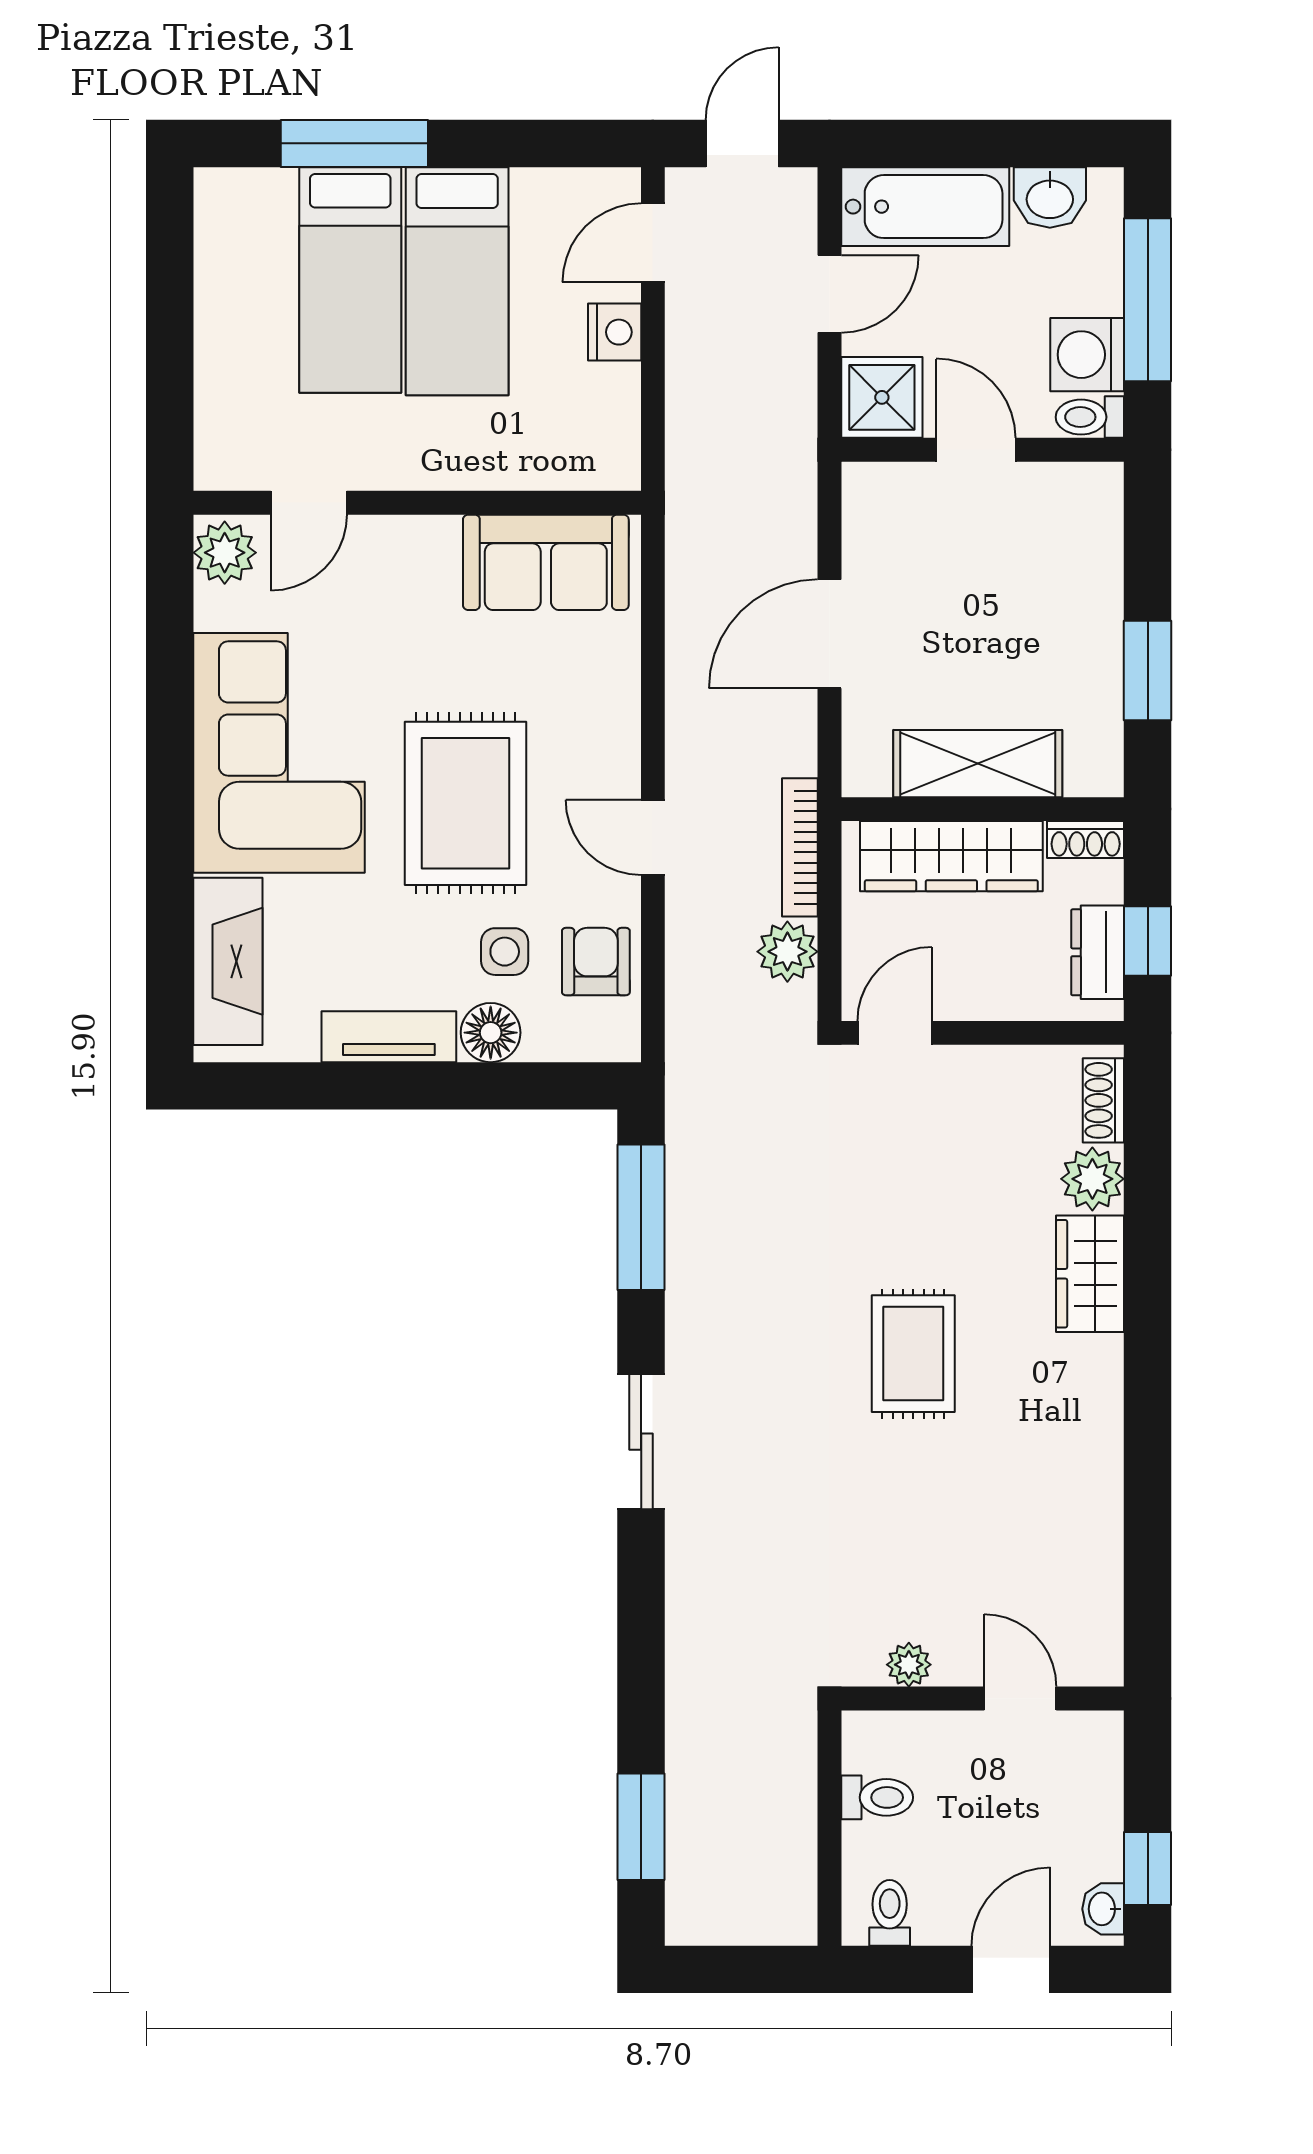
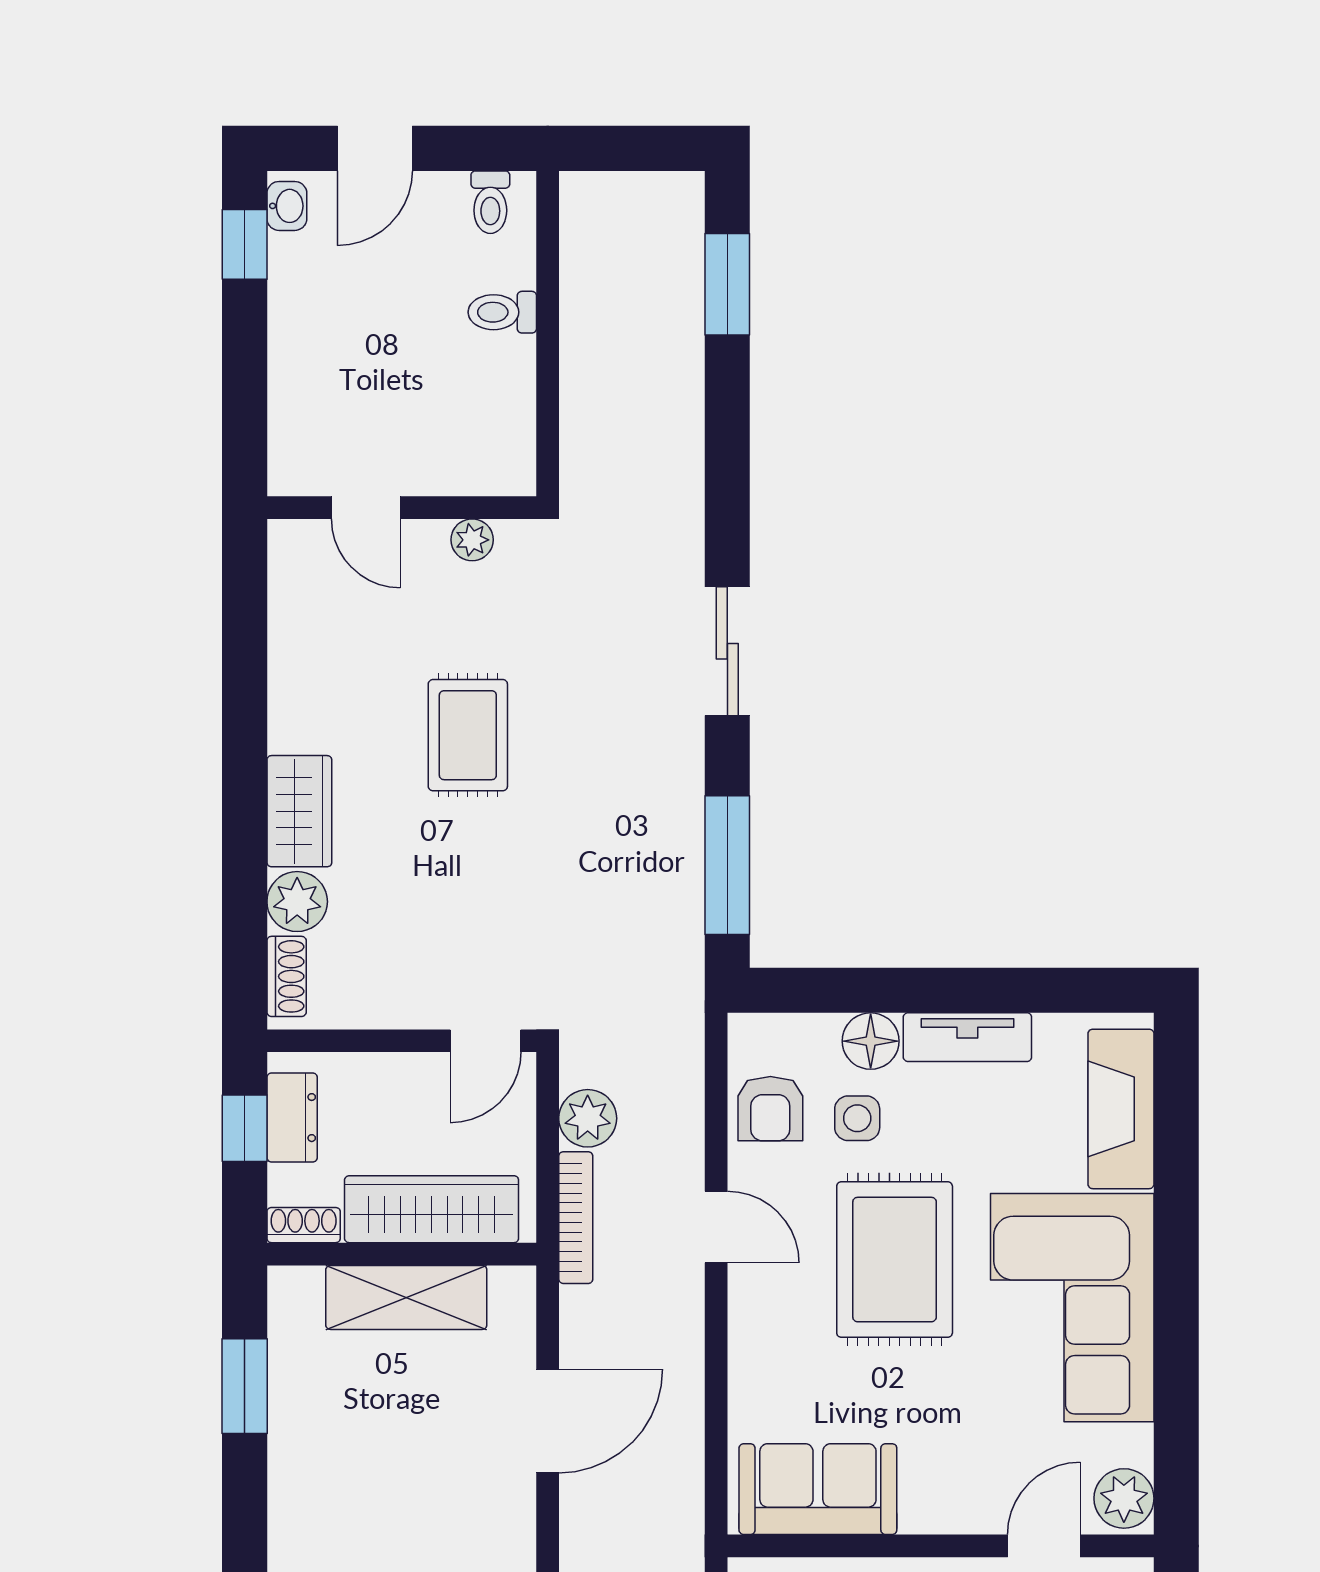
plant: (909, 1665) -> (472, 540), moved
wall: (983, 1698) -> (402, 508), moved
door: (1020, 1698) -> (366, 508), moved

